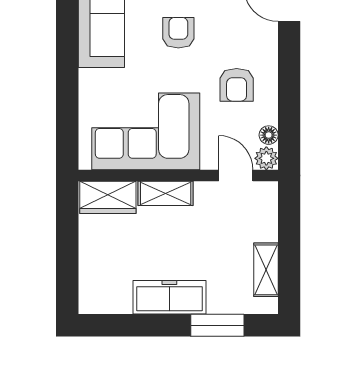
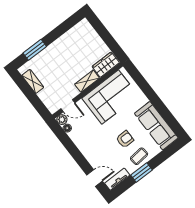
armchair: (178, 33) -> (125, 139), turned -90
armchair: (237, 85) -> (91, 137), removed
freezer: (169, 297) -> (58, 47), removed

